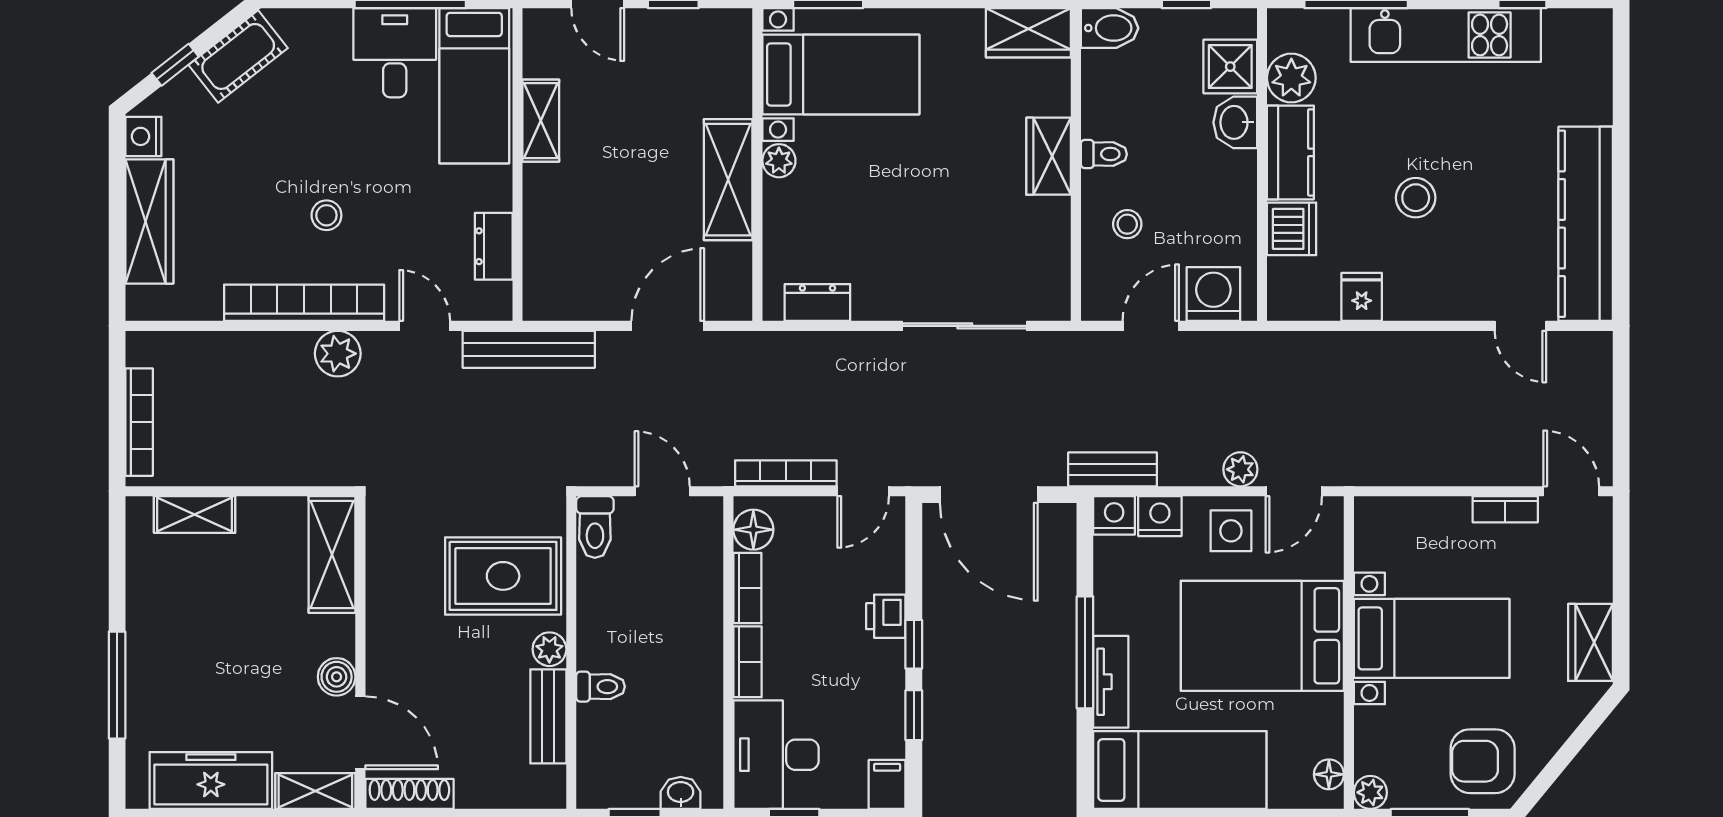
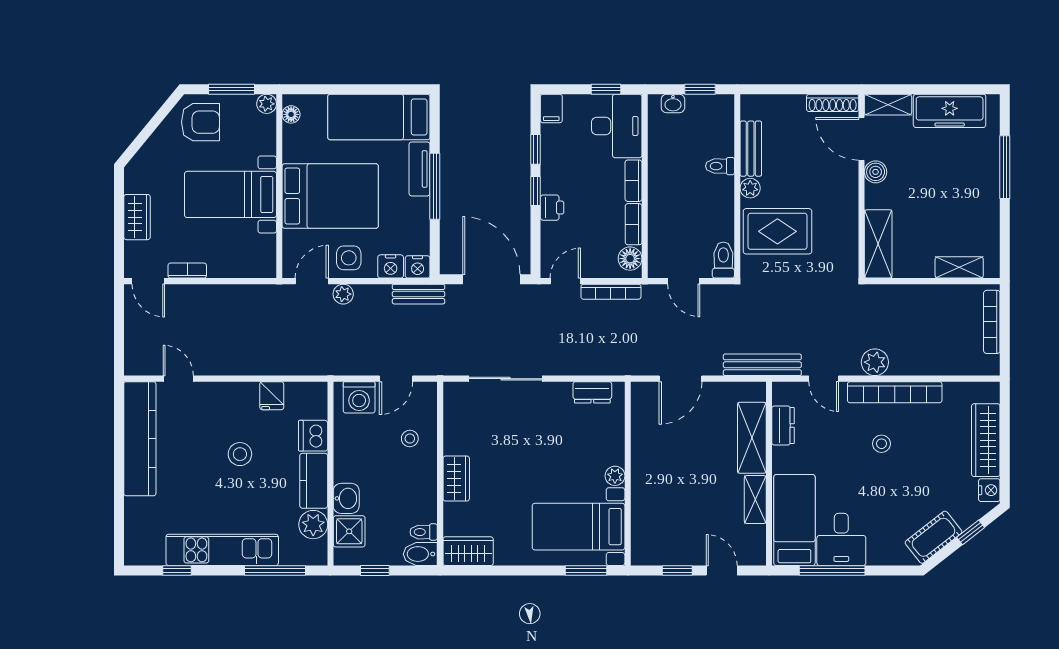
toilet: (1104, 154) -> (424, 532), moved
shelving: (728, 180) -> (752, 438), moved
wardrobe: (1590, 642) -> (137, 217), moved

